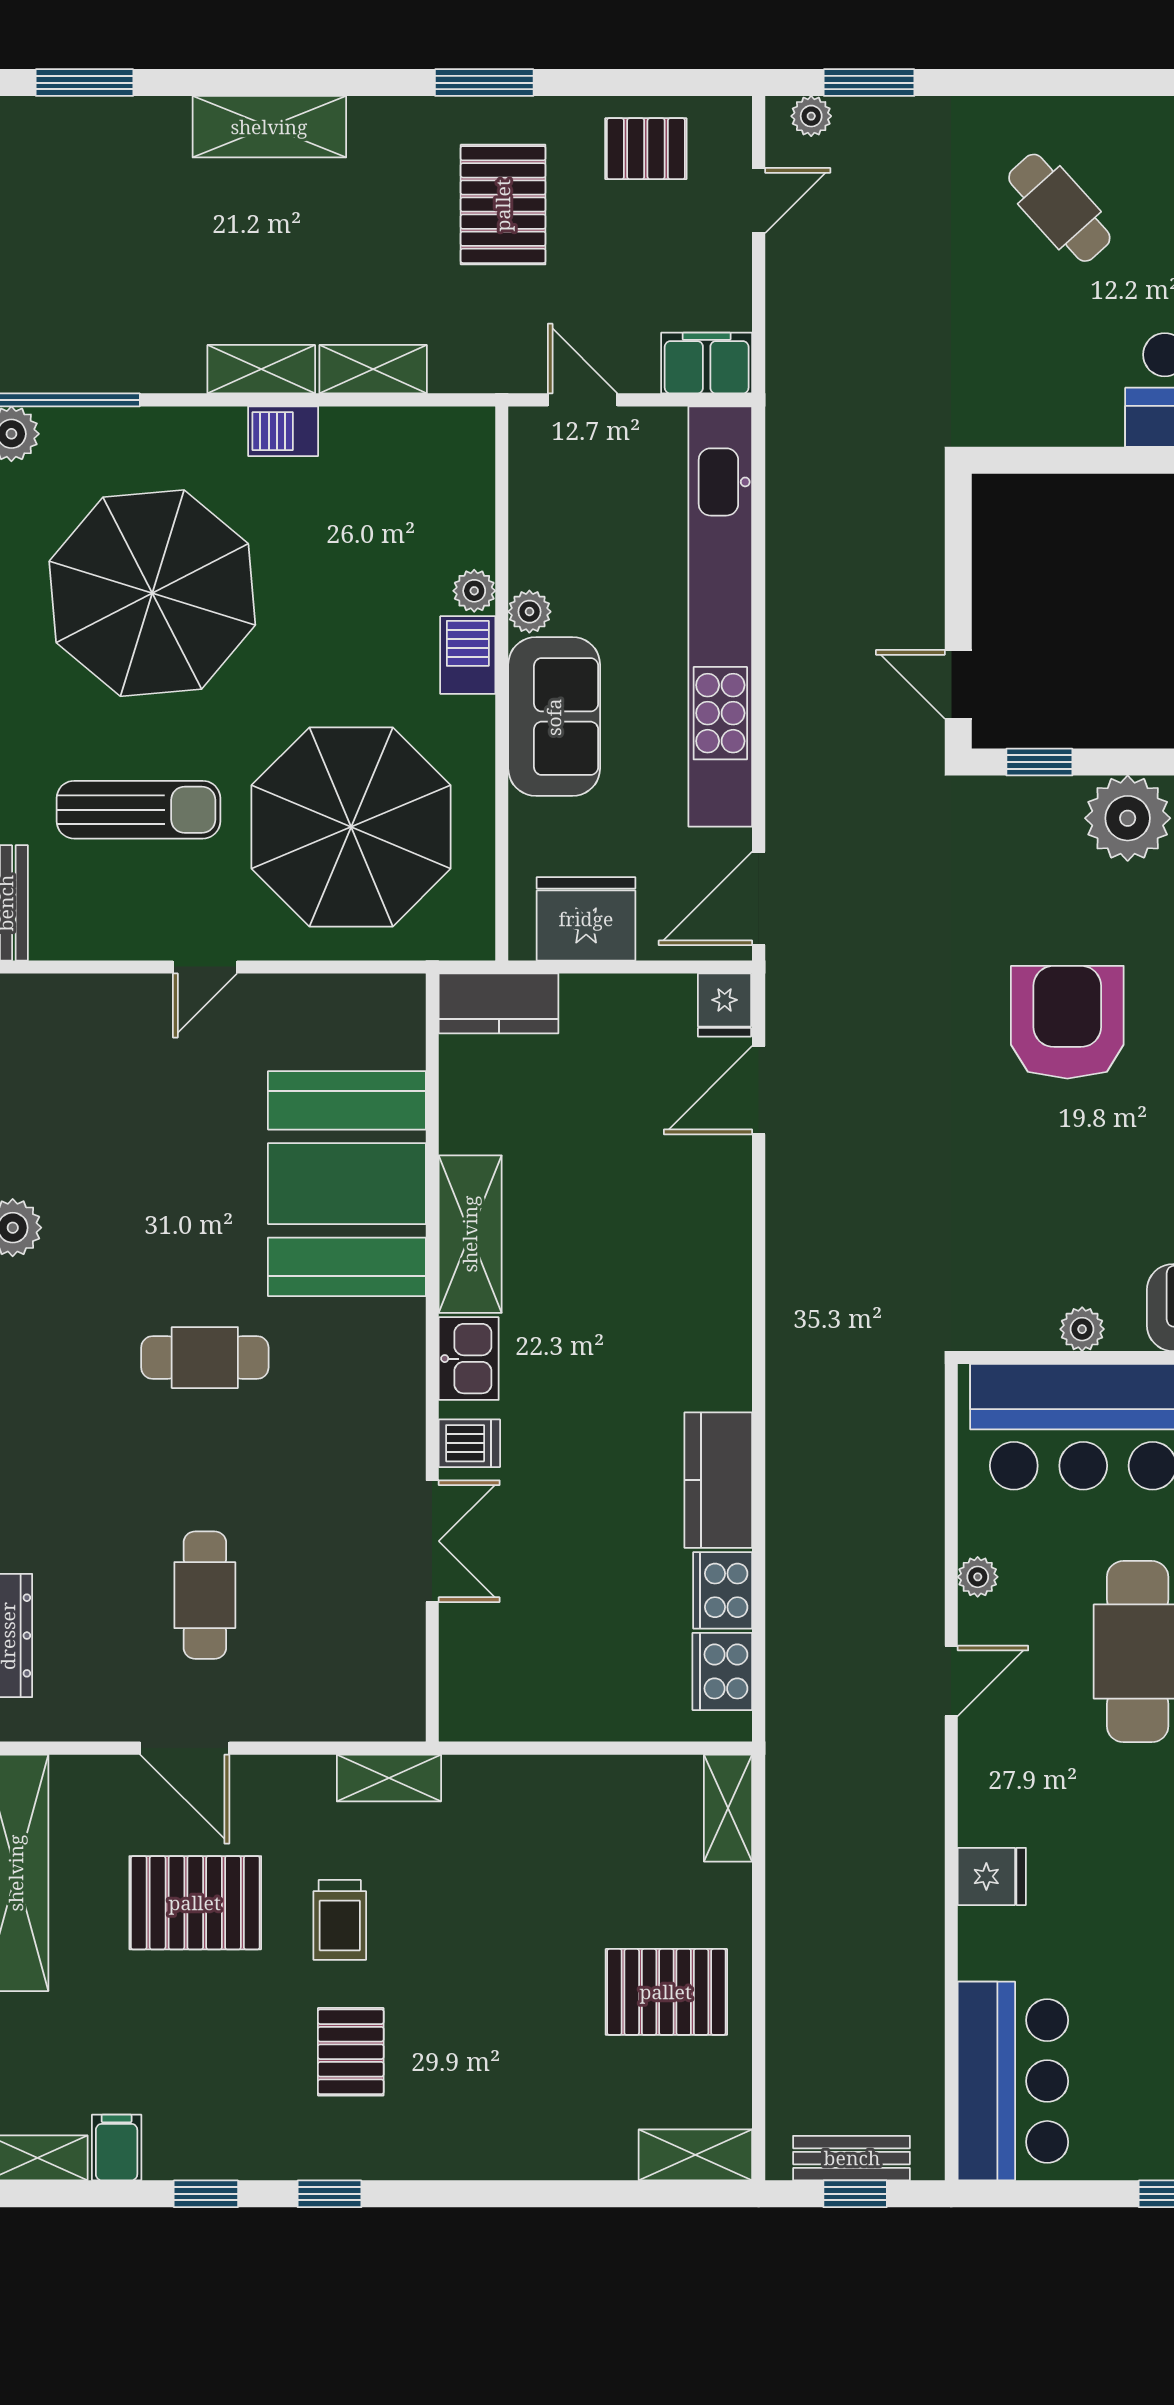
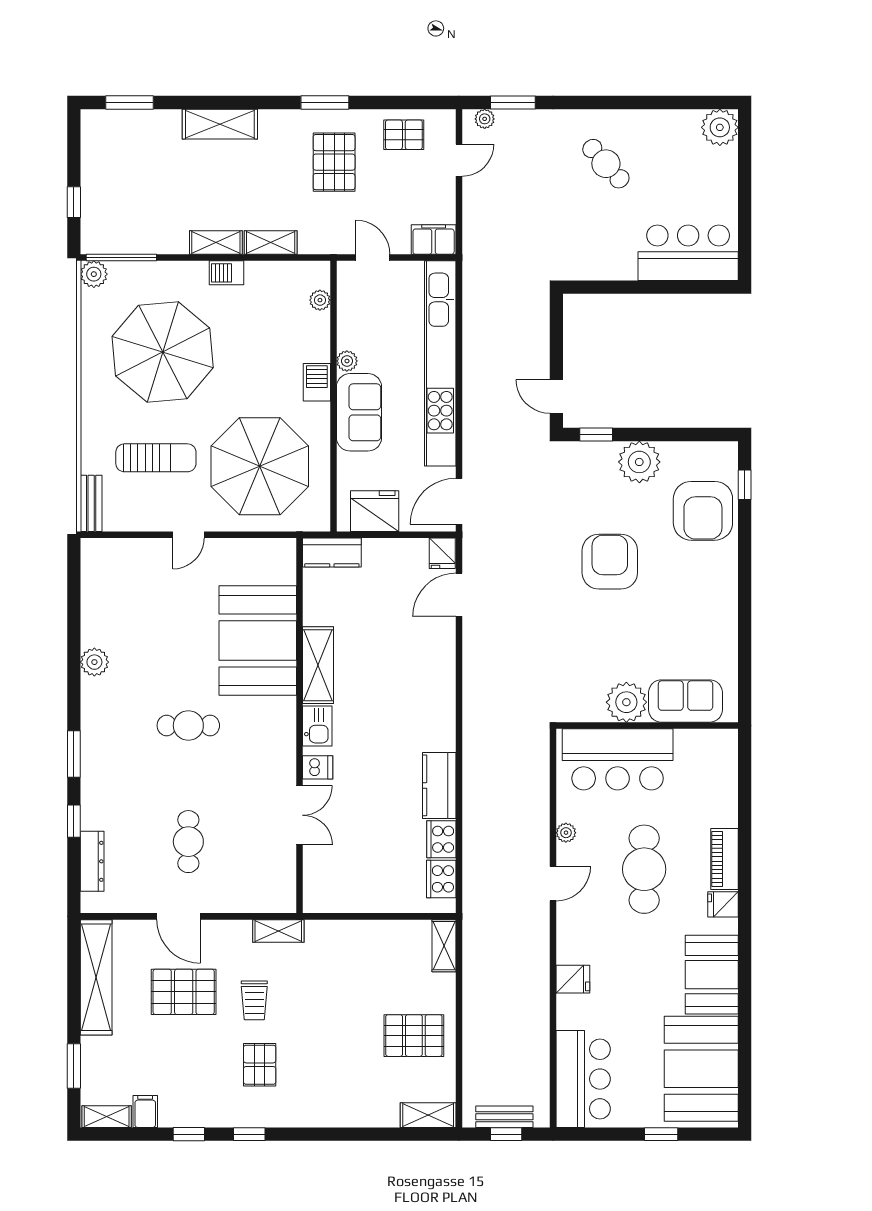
plant: (474, 591) -> (320, 300), moved
plant: (1082, 1329) -> (626, 702), width x1.88, depth x1.88

